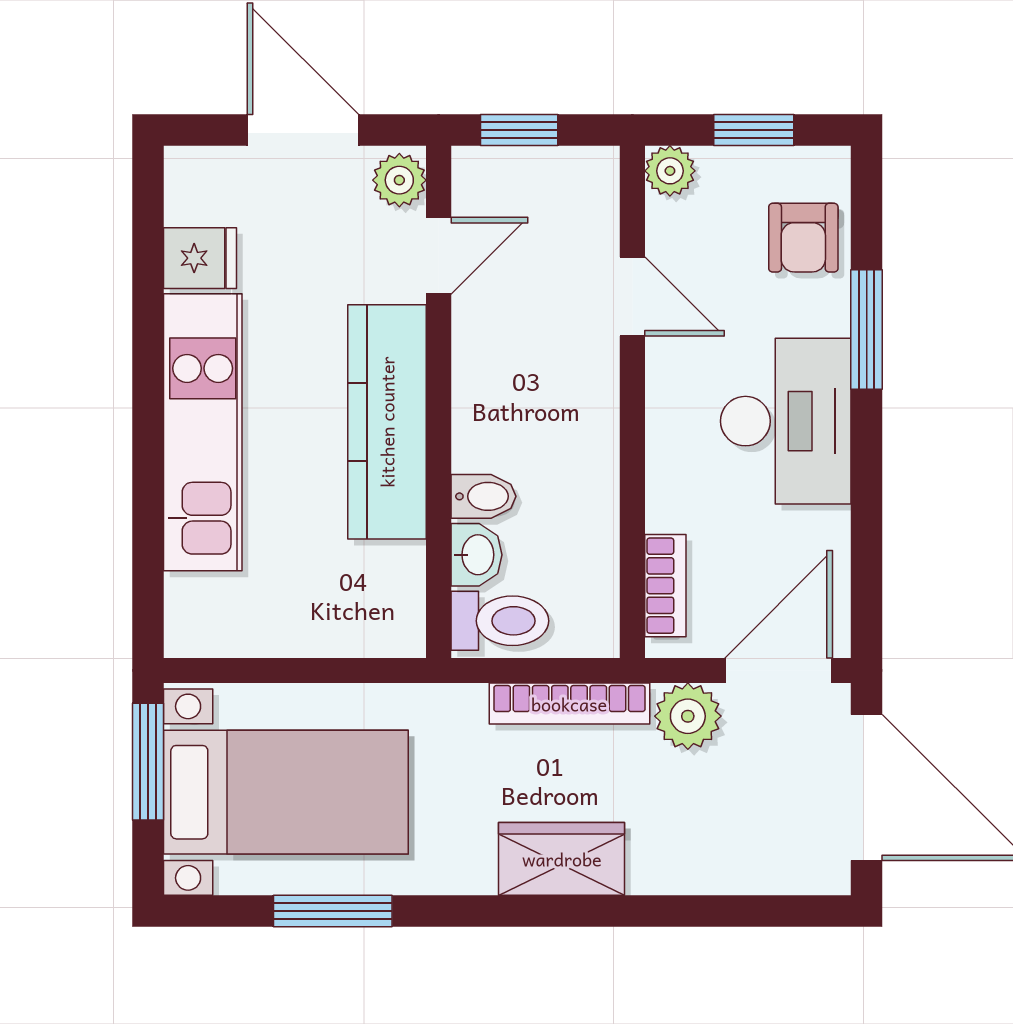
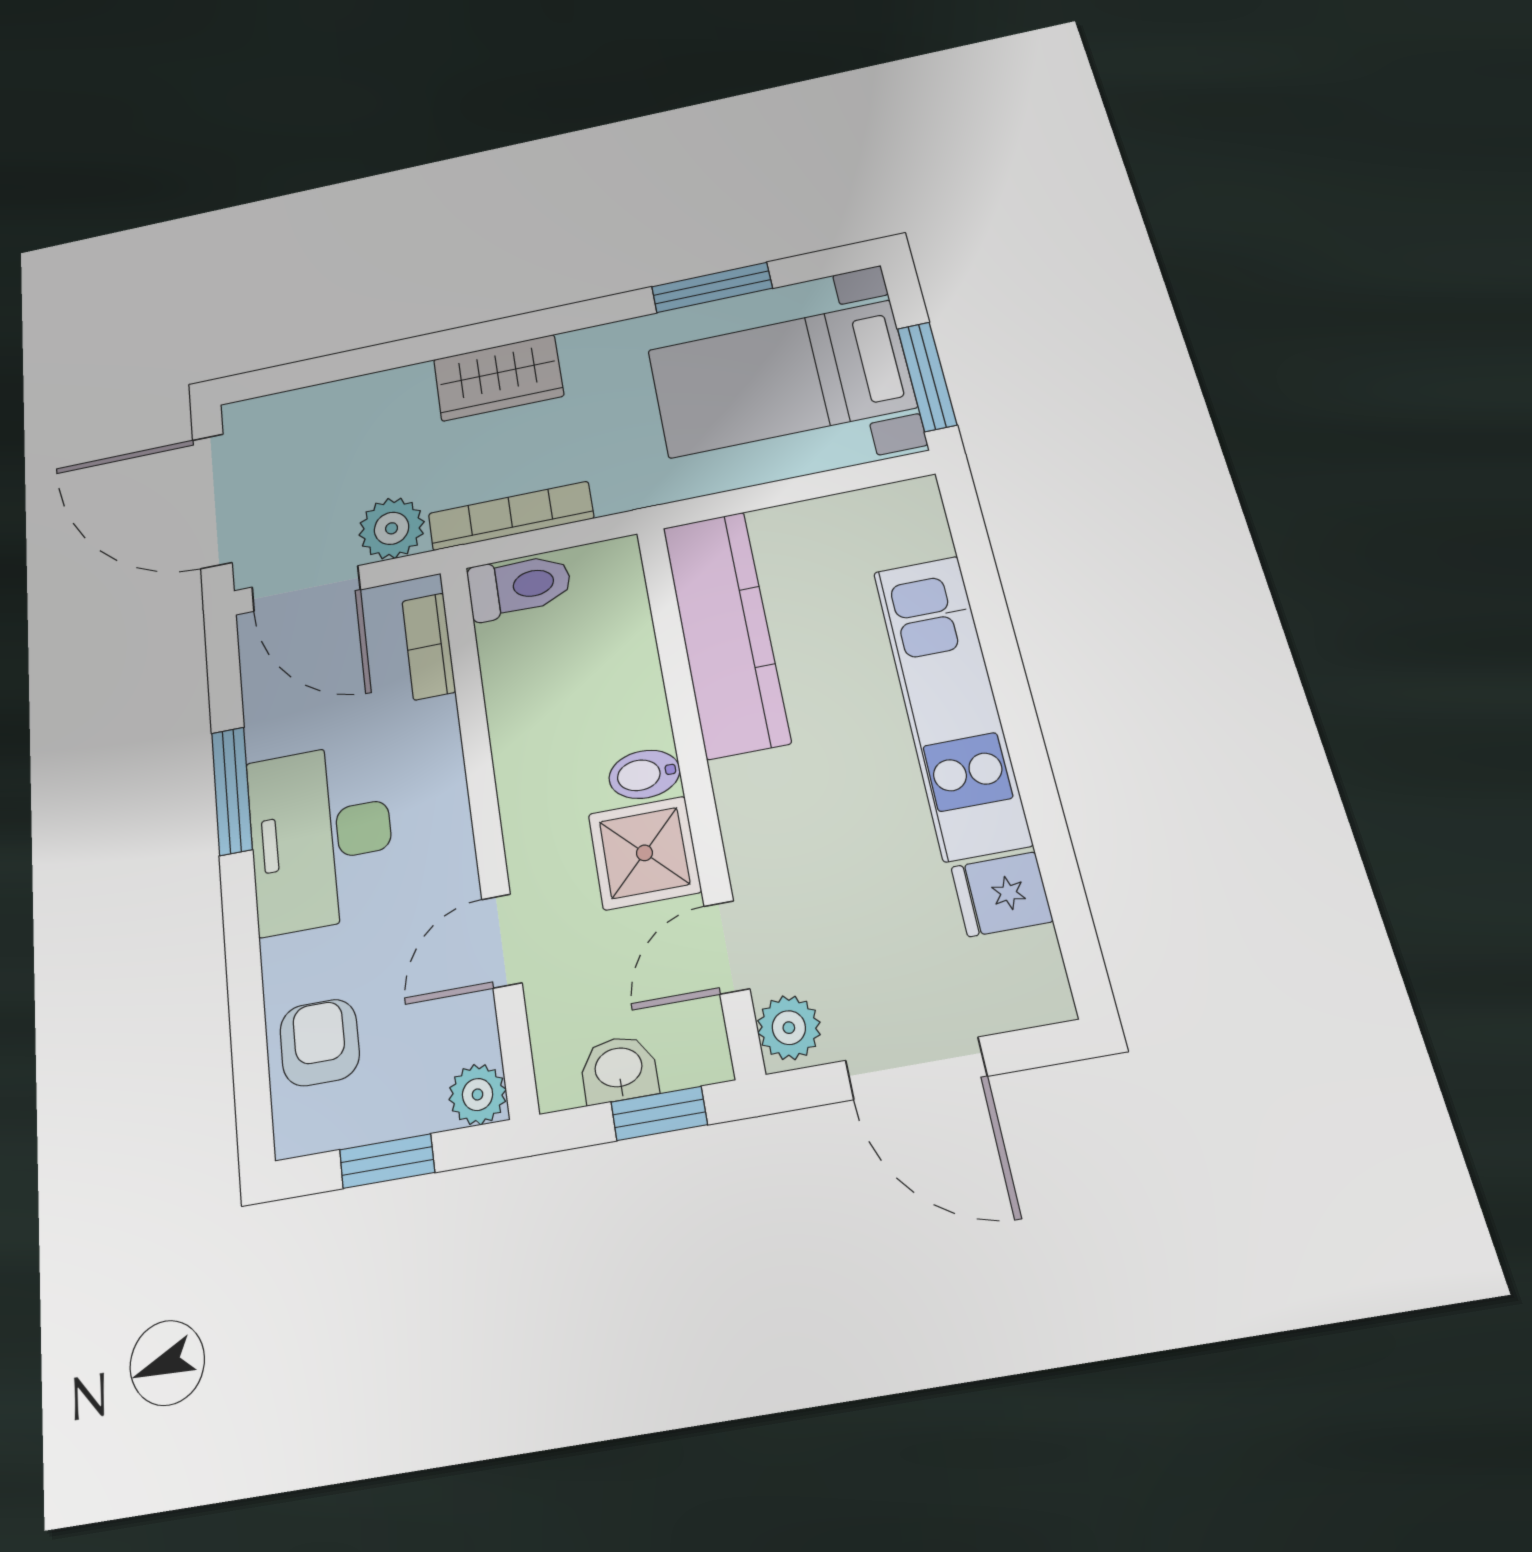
door: (632, 296) -> (502, 941), hinge flipped
window: (867, 329) -> (232, 791), moved
shower: (495, 350) -> (644, 853), added
kitchen counter: (387, 422) -> (726, 633), moved
bidet: (483, 496) -> (644, 774), moved
washbasin: (476, 555) -> (619, 1069), moved, turned 90
toilet: (500, 621) -> (519, 586), moved, turned 180
door: (779, 670) -> (306, 589), hinge flipped

